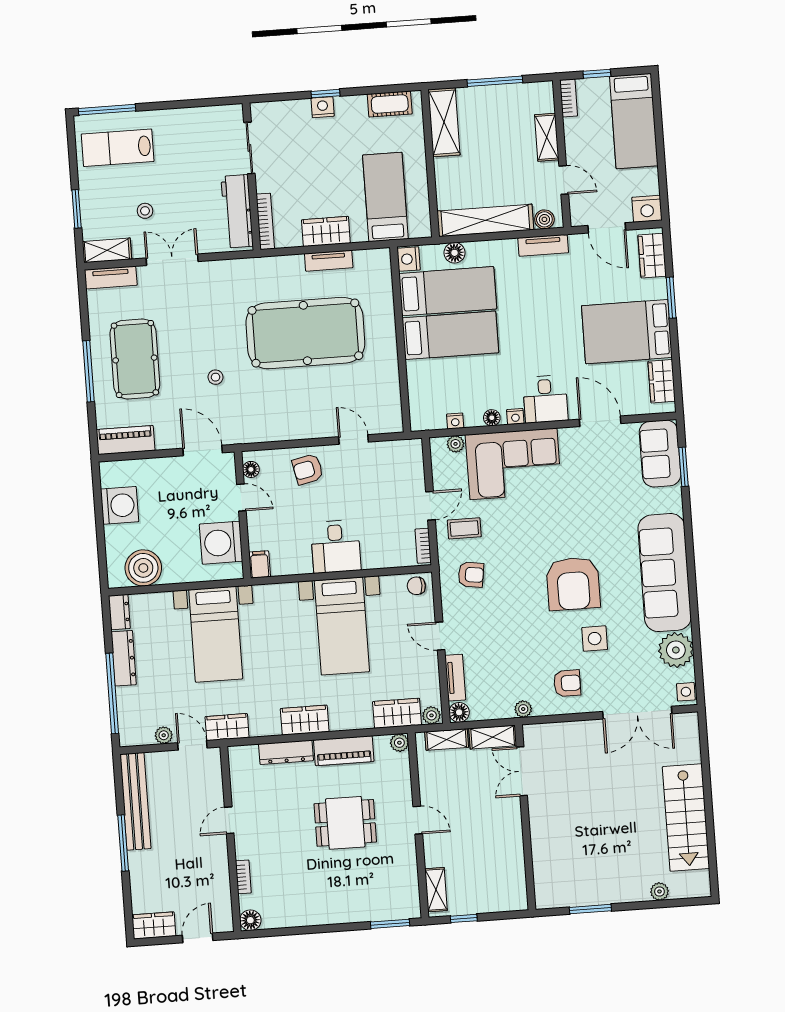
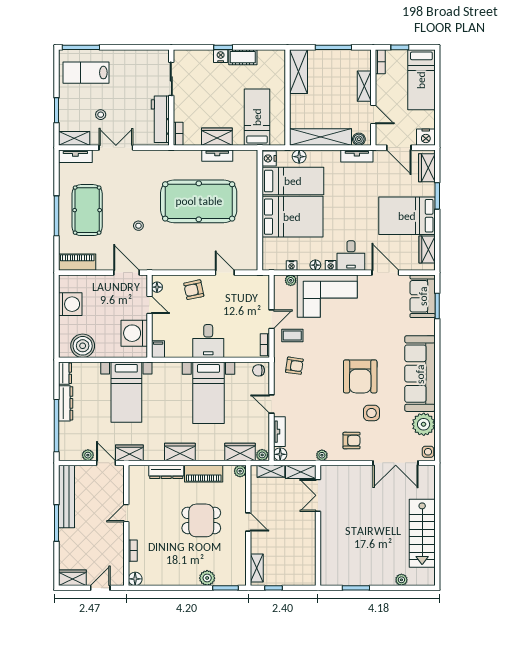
cot: (390, 104) -> (243, 57), moved
bookcase: (265, 221) -> (178, 134), width x0.64
bed: (450, 335) -> (292, 217), width x1.50
plant: (361, 911) -> (207, 578), added

